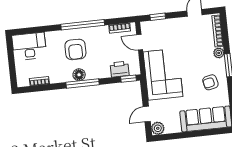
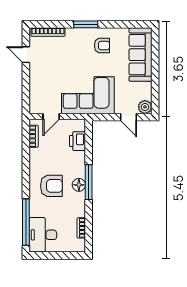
window: (158, 17) -> (26, 94), removed
window: (83, 25) -> (26, 222), moved
plant: (219, 53) -> (72, 33), removed
window: (128, 79) -> (89, 133), removed
armchair: (210, 82) -> (102, 46), turned -77

